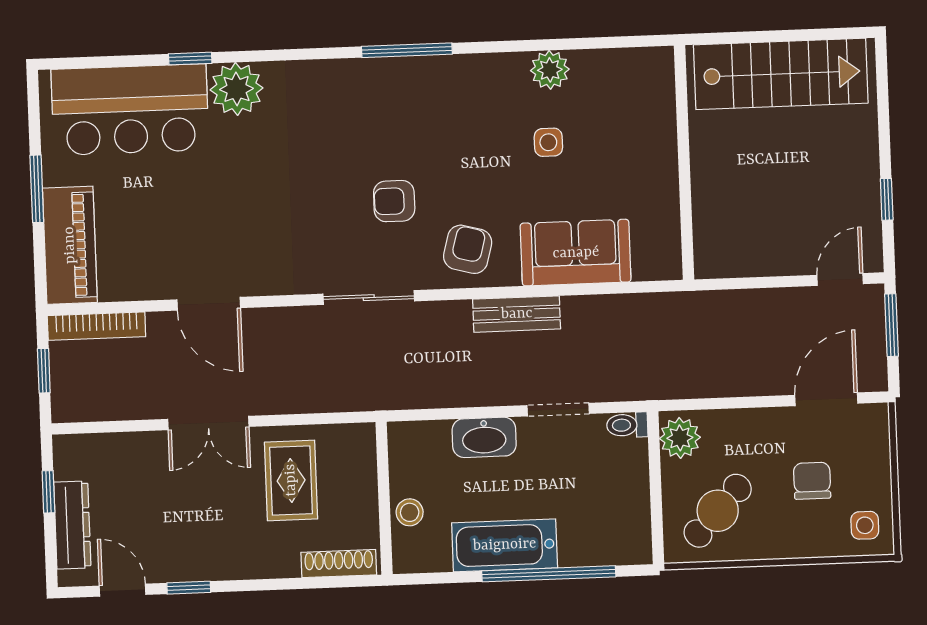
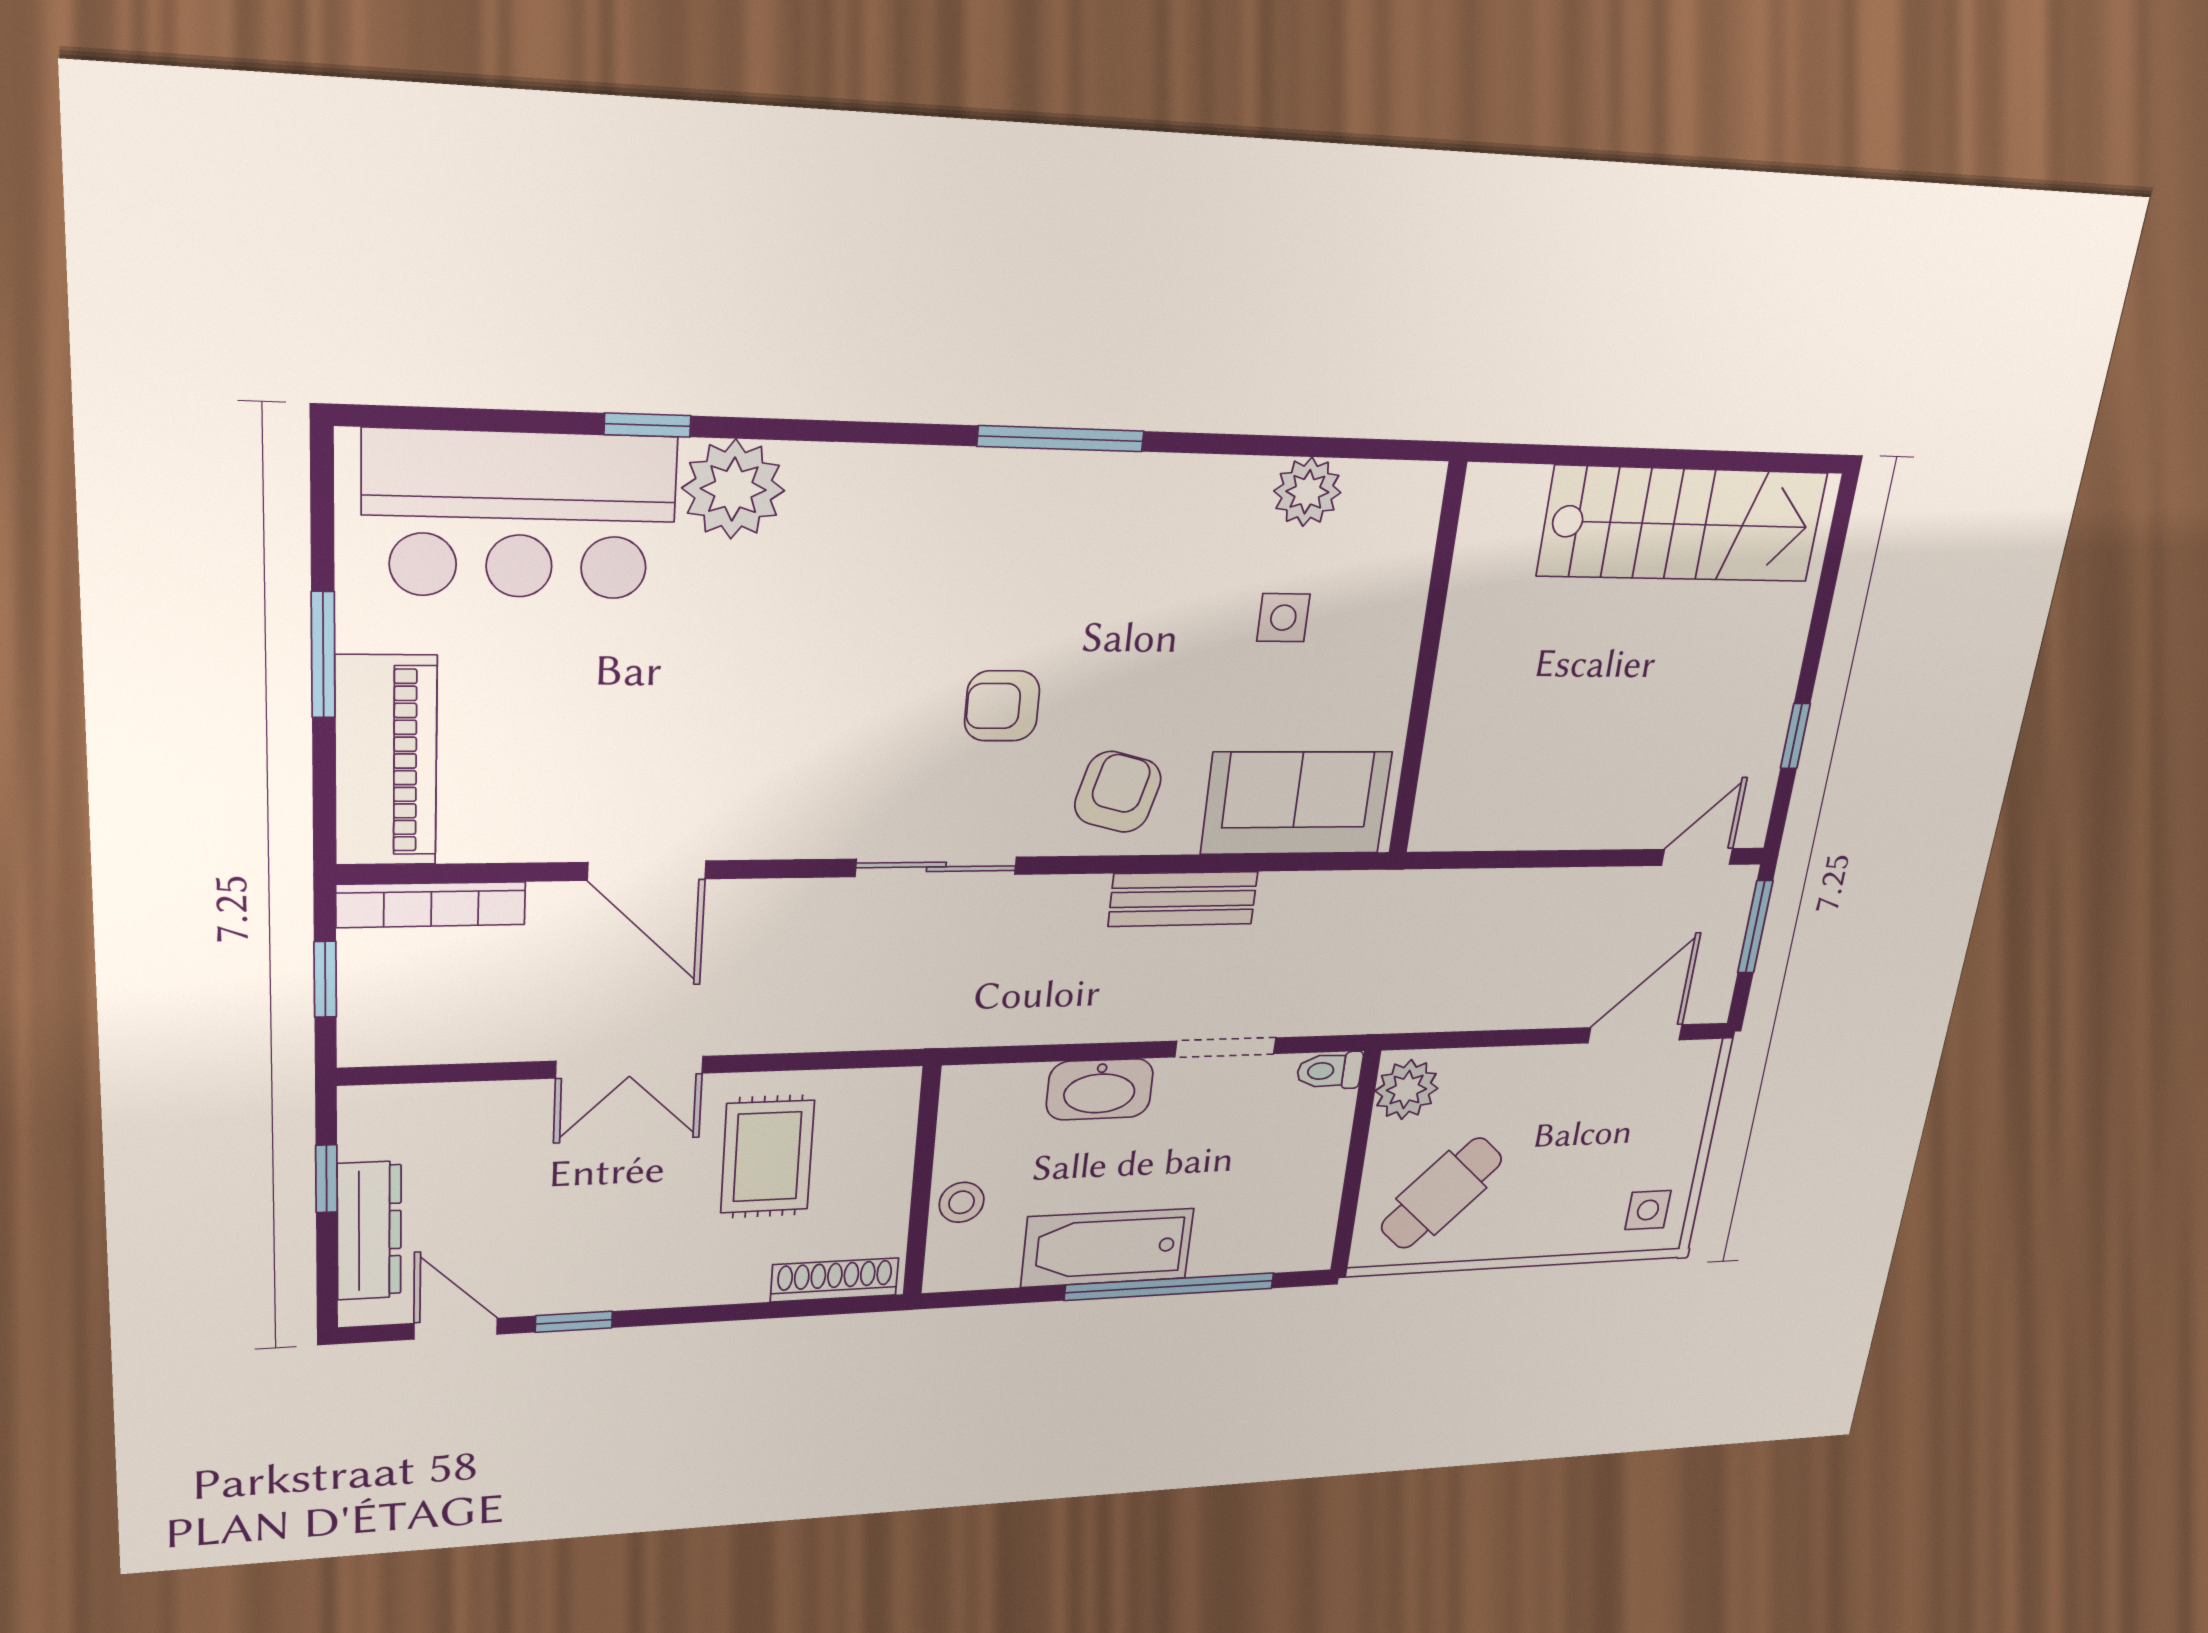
wall: (684, 163) -> (1427, 662), moved
chair: (812, 481) -> (1588, 1150), removed

